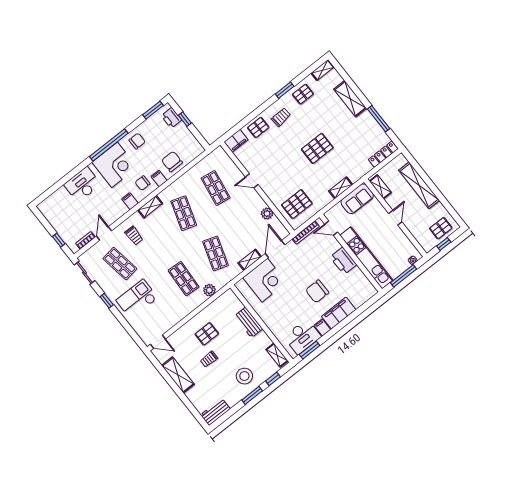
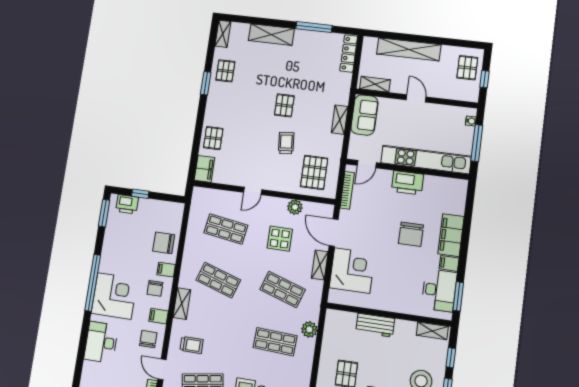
trolley: (281, 117) -> (286, 143), moved
chair: (137, 141) -> (148, 339), moved
pallet: (317, 148) -> (284, 105), width x0.67, depth x0.71
display table: (241, 223) -> (280, 239), added

